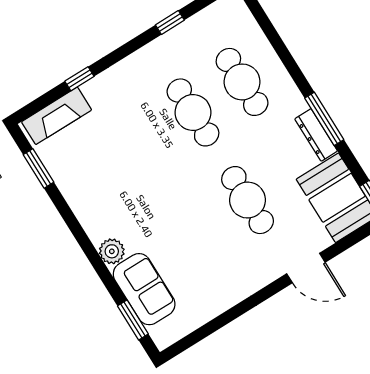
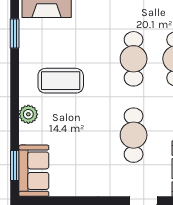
coffee table: (125, 190) -> (61, 81), added
sofa: (144, 289) -> (34, 171), moved

